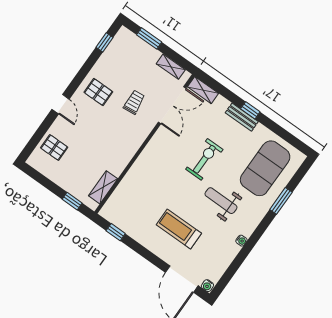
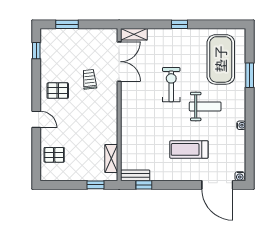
shelving: (171, 67) -> (98, 34), removed
bench: (242, 117) -> (135, 175), moved
weight bench: (221, 201) -> (205, 106), turned 180

